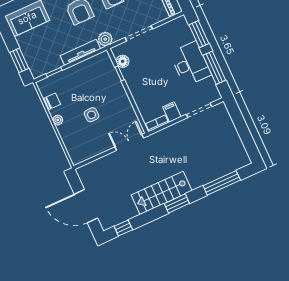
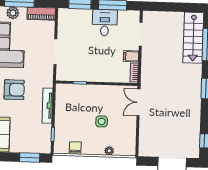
plant: (105, 39) -> (47, 81), removed
floor lamp: (123, 61) -> (71, 75), removed
desk: (190, 64) -> (105, 23), width x0.73
plant: (58, 120) -> (109, 151), moved
stairs: (162, 193) -> (193, 38), moved

